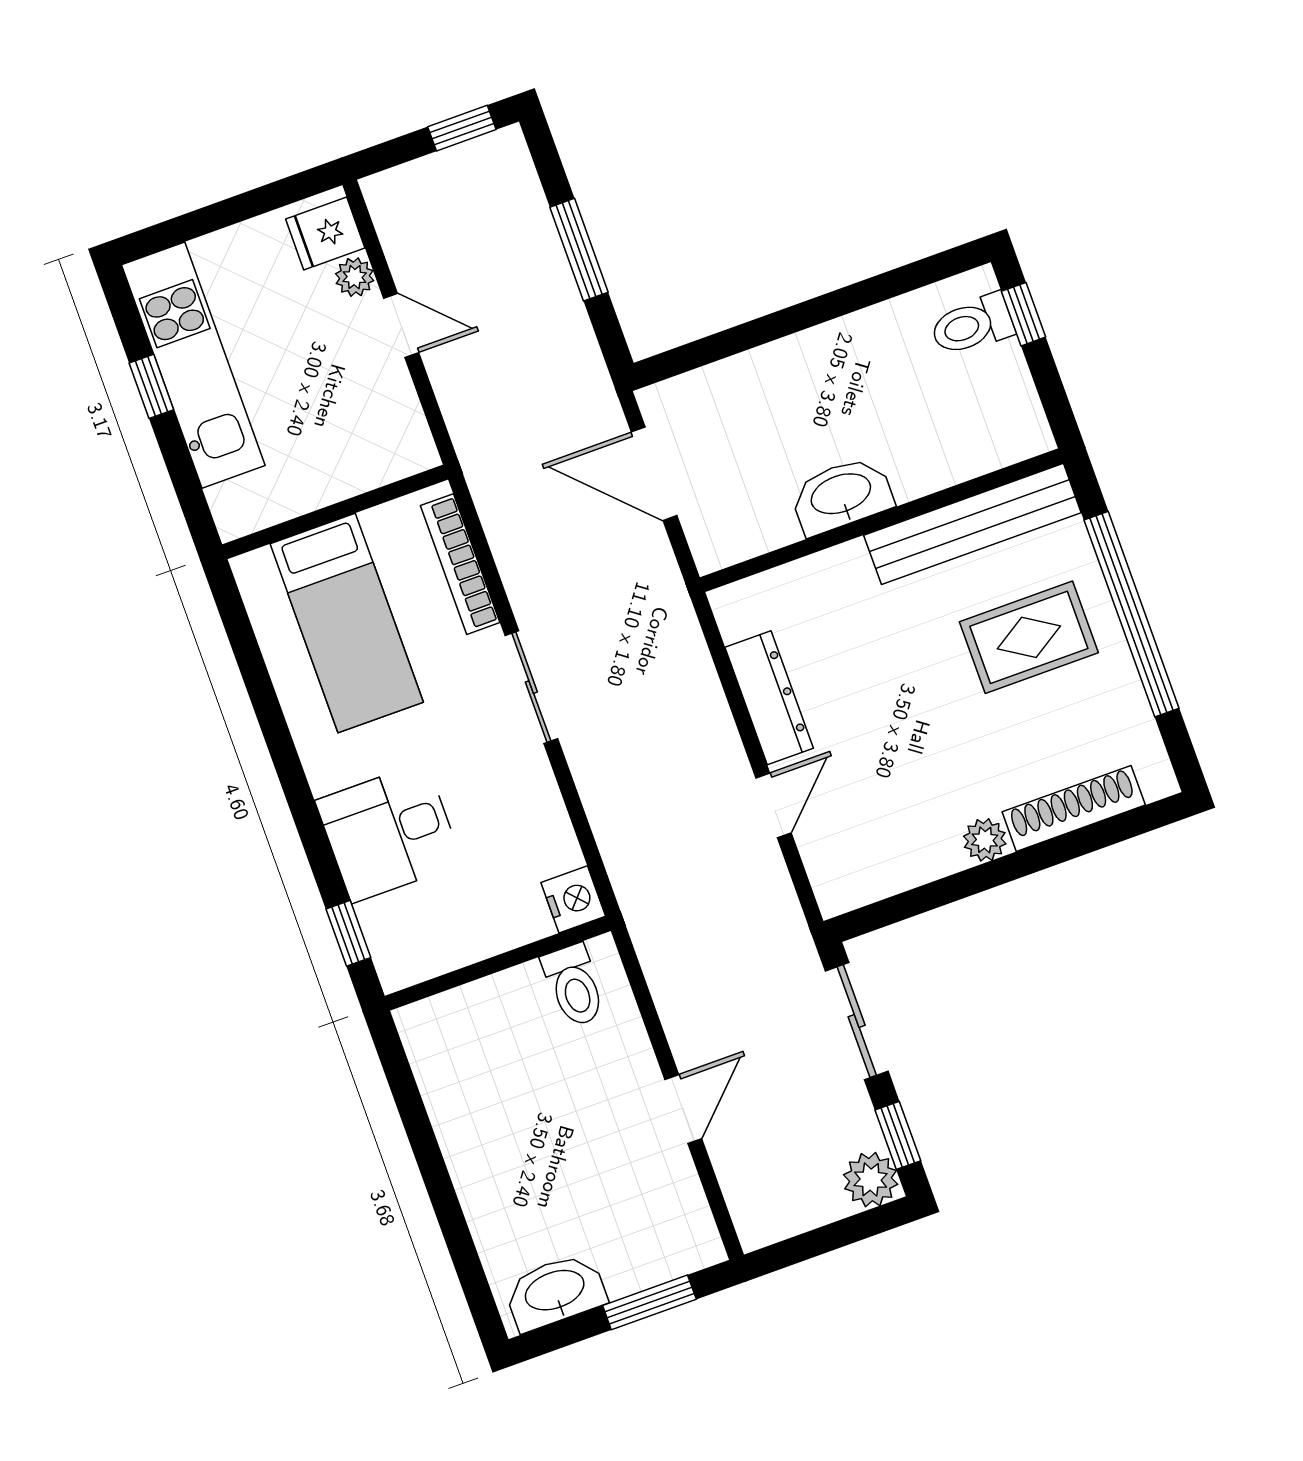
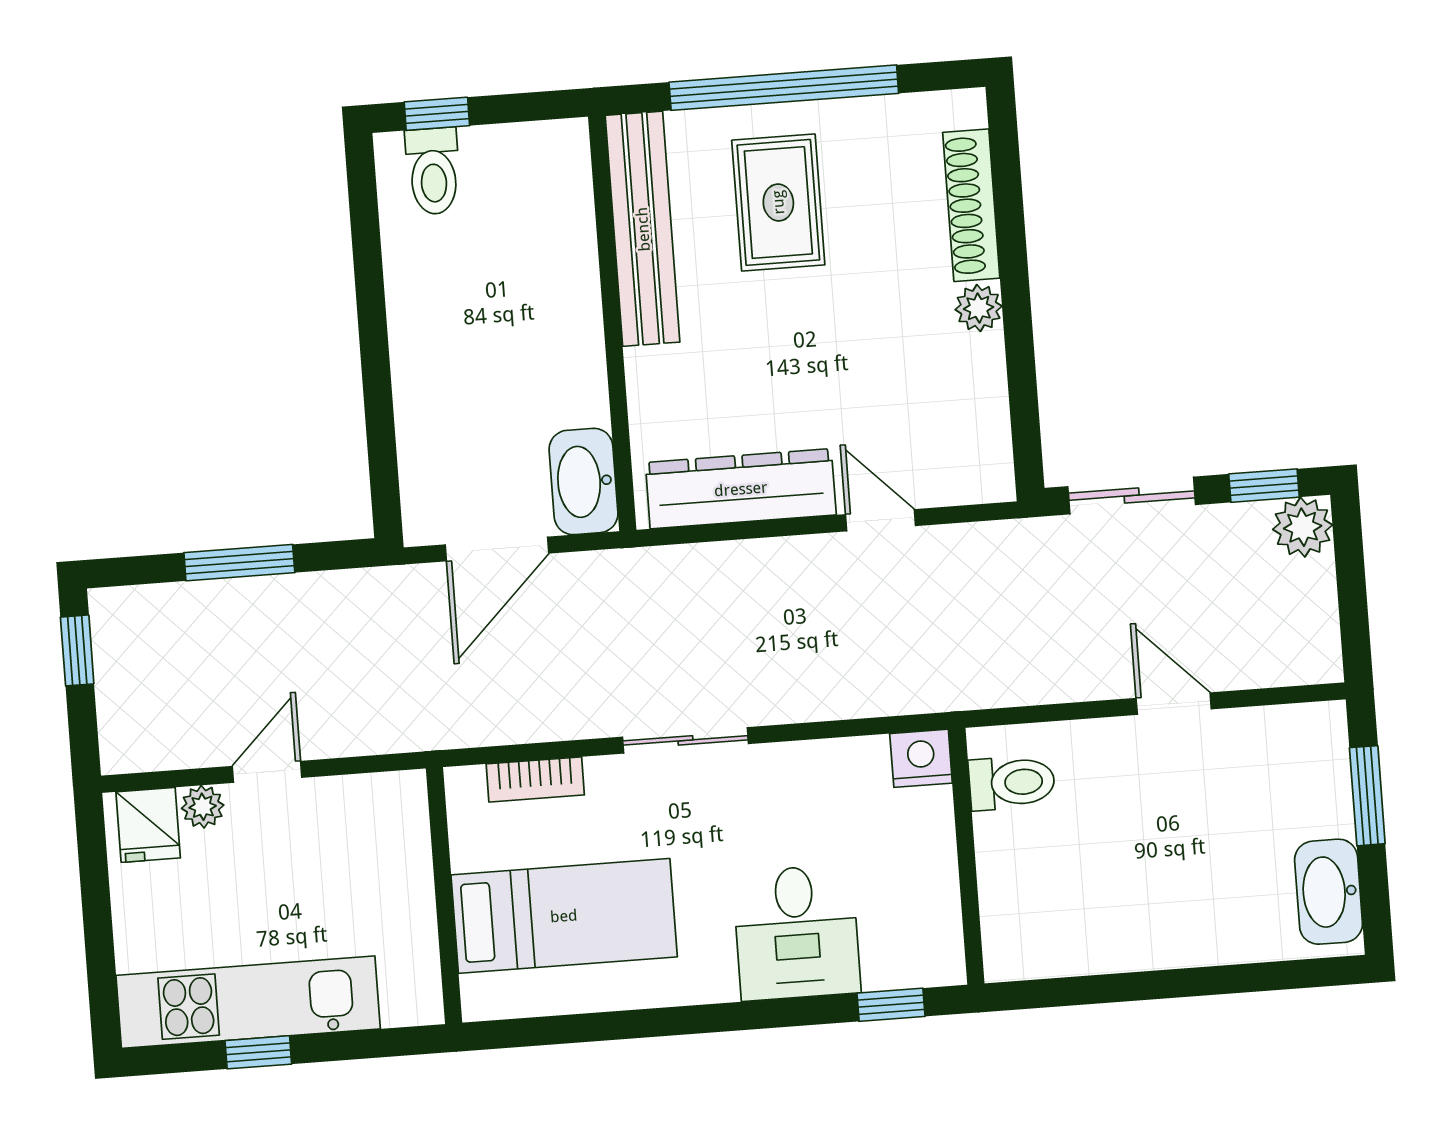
washbasin: (841, 495) -> (584, 481), moved
bookcase: (460, 564) -> (535, 779), width x0.64
dresser: (769, 698) -> (741, 489), width x1.37, depth x1.24

